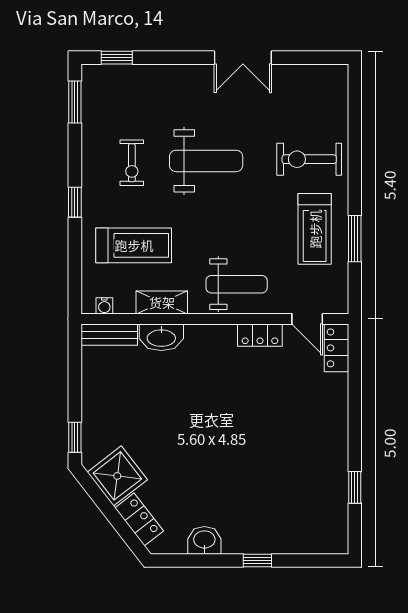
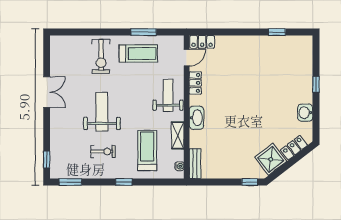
washbasin: (161, 337) -> (196, 118), moved

